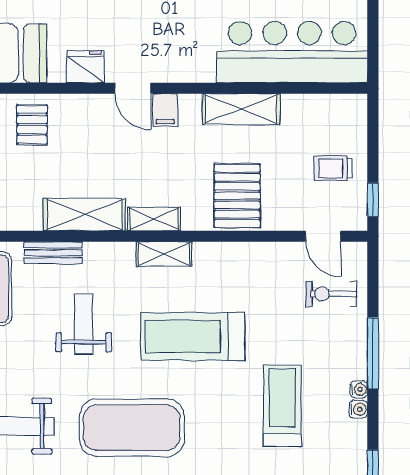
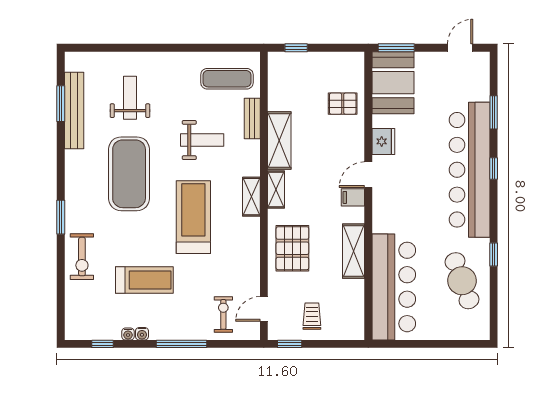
pallet: (237, 196) -> (292, 248), turned 90
water cooler: (359, 389) -> (128, 334), moved

